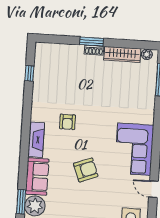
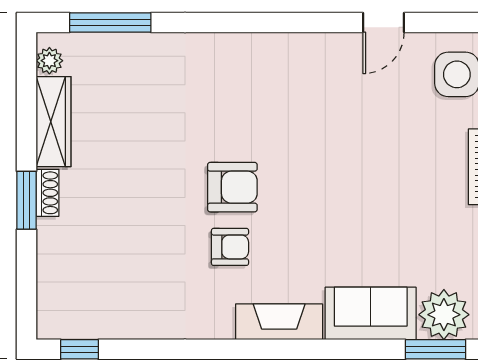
window: (29, 73) -> (80, 349), moved
corner sofa: (134, 149) -> (287, 77), removed
armchair: (86, 170) -> (232, 187), moved, turned 111

